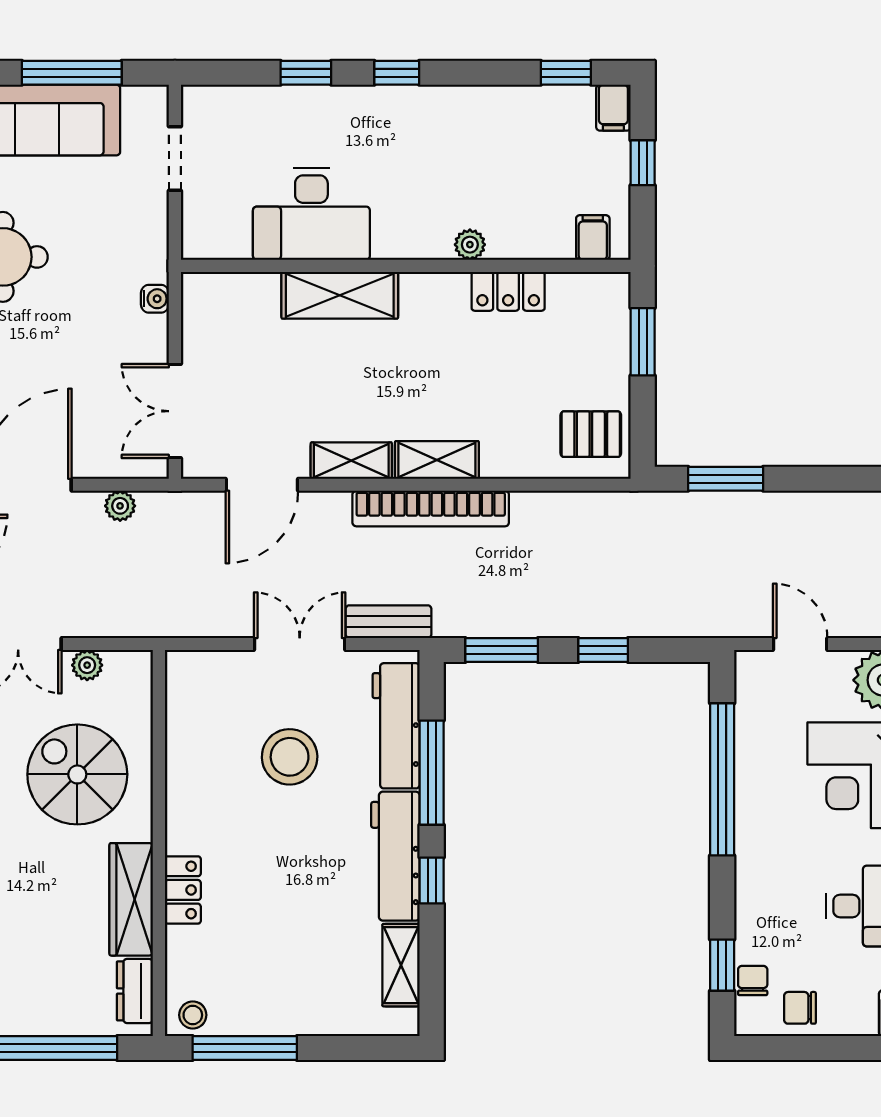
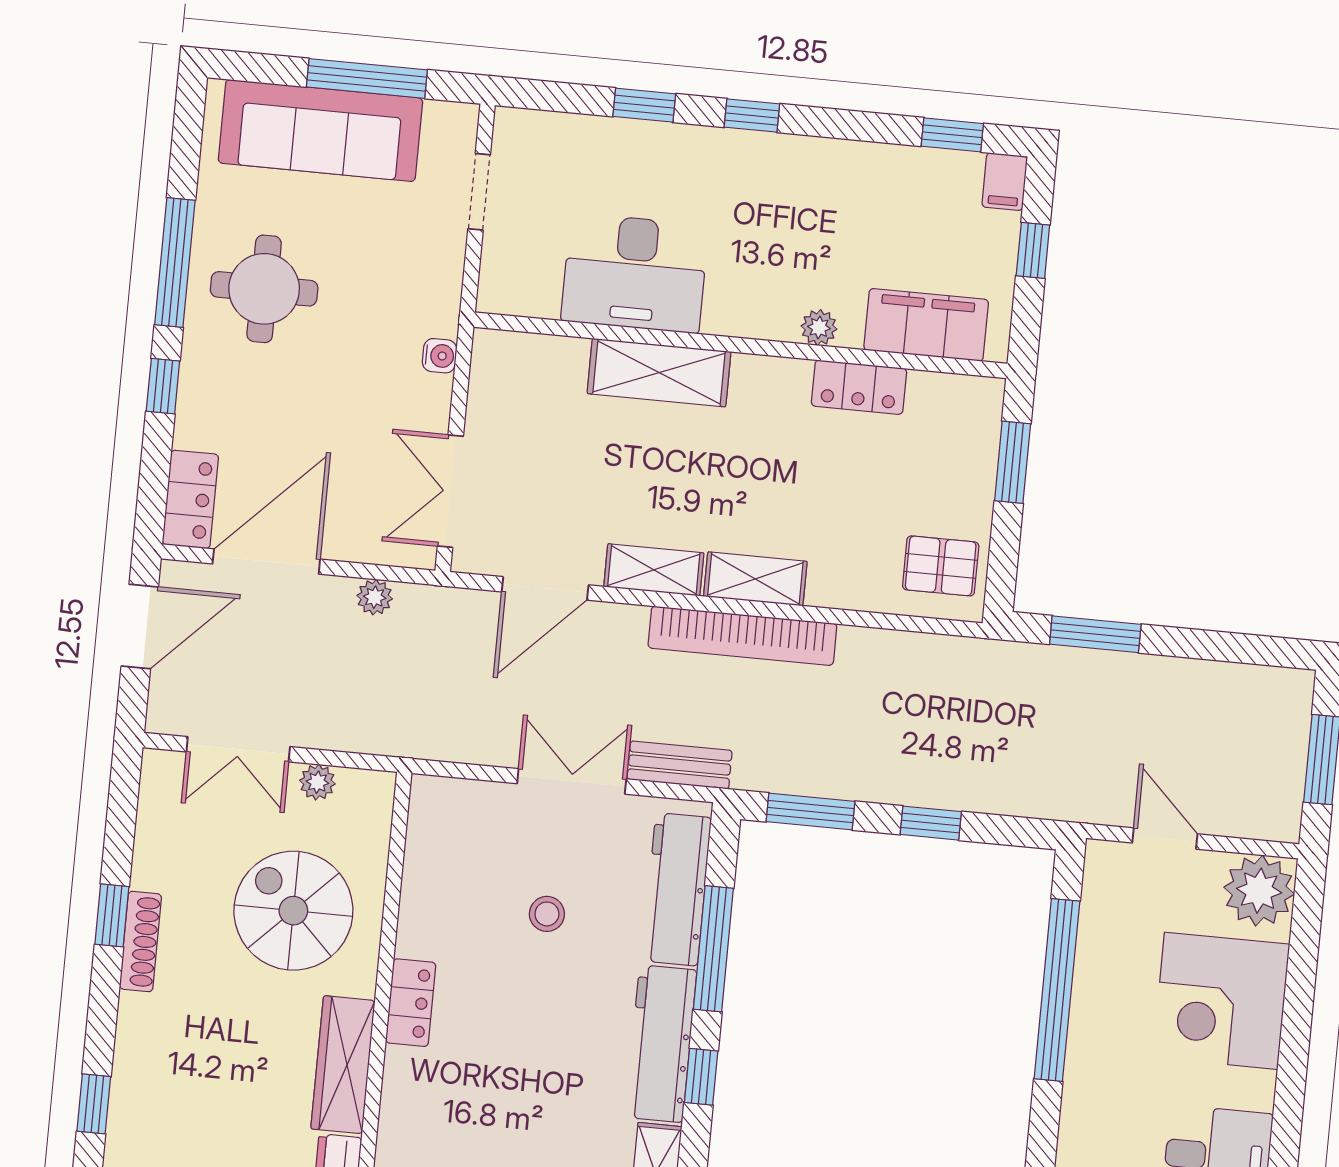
filing cabinet: (593, 237) -> (926, 325), width x3.00, depth x1.17
stool: (290, 757) -> (547, 914), width x0.53, depth x0.53
locker: (183, 890) -> (411, 1003), moved

